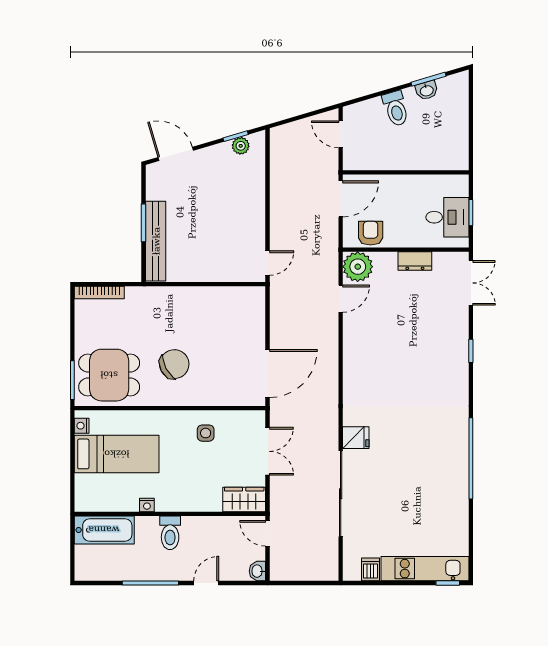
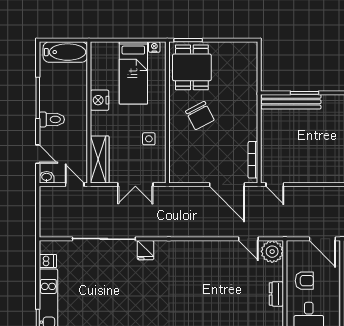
armchair: (371, 233) -> (304, 281), moved
bookcase: (99, 293) -> (253, 160), moved
door: (268, 373) -> (227, 185), moved
wardrobe: (244, 499) -> (100, 159), width x1.50
nightstand: (147, 505) -> (100, 100), width x1.89, depth x1.79
bathtub: (104, 530) -> (65, 52), moved, turned -90
toilet: (170, 533) -> (52, 119), moved, turned 180
door: (268, 533) -> (75, 185), hinge flipped
door: (206, 583) -> (38, 154), moved

